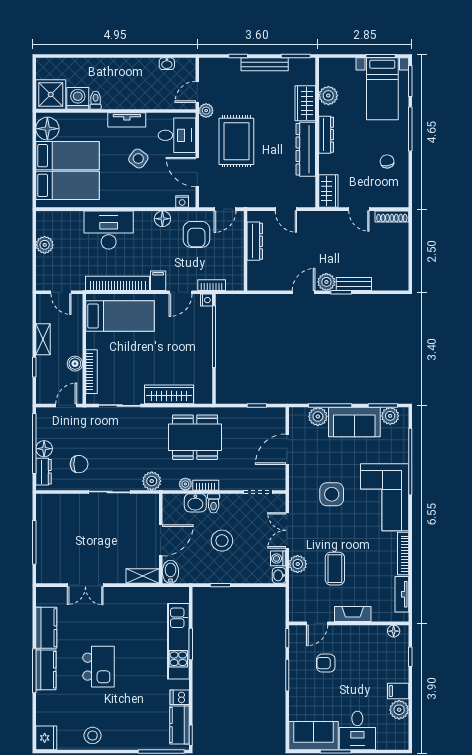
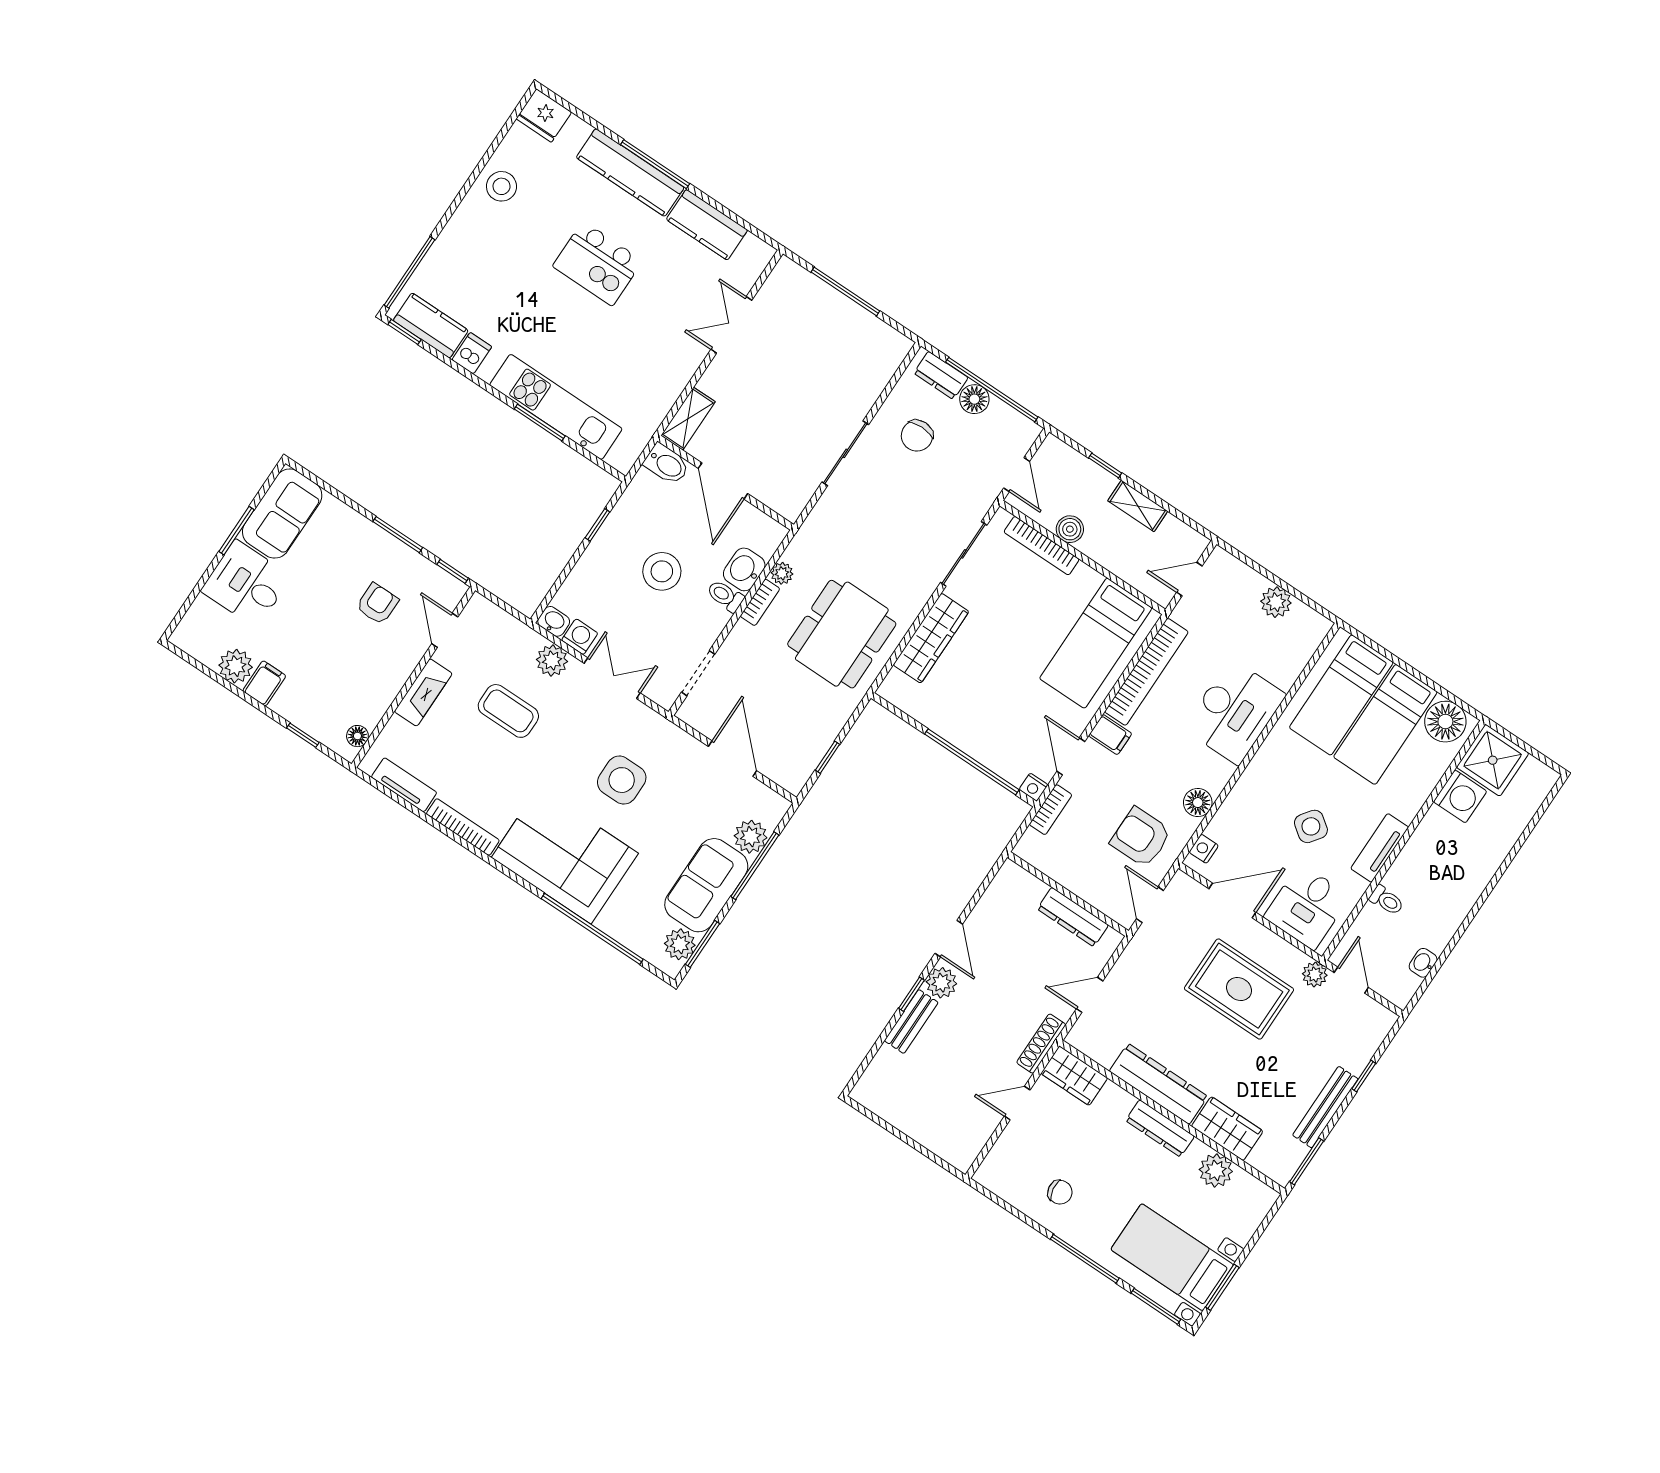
toilet: (96, 100) -> (1387, 900), moved
shoe rack: (392, 216) -> (1041, 1044), moved
plant: (152, 481) -> (820, 526), removed
kitchen counter: (46, 670) -> (630, 173), width x1.50

